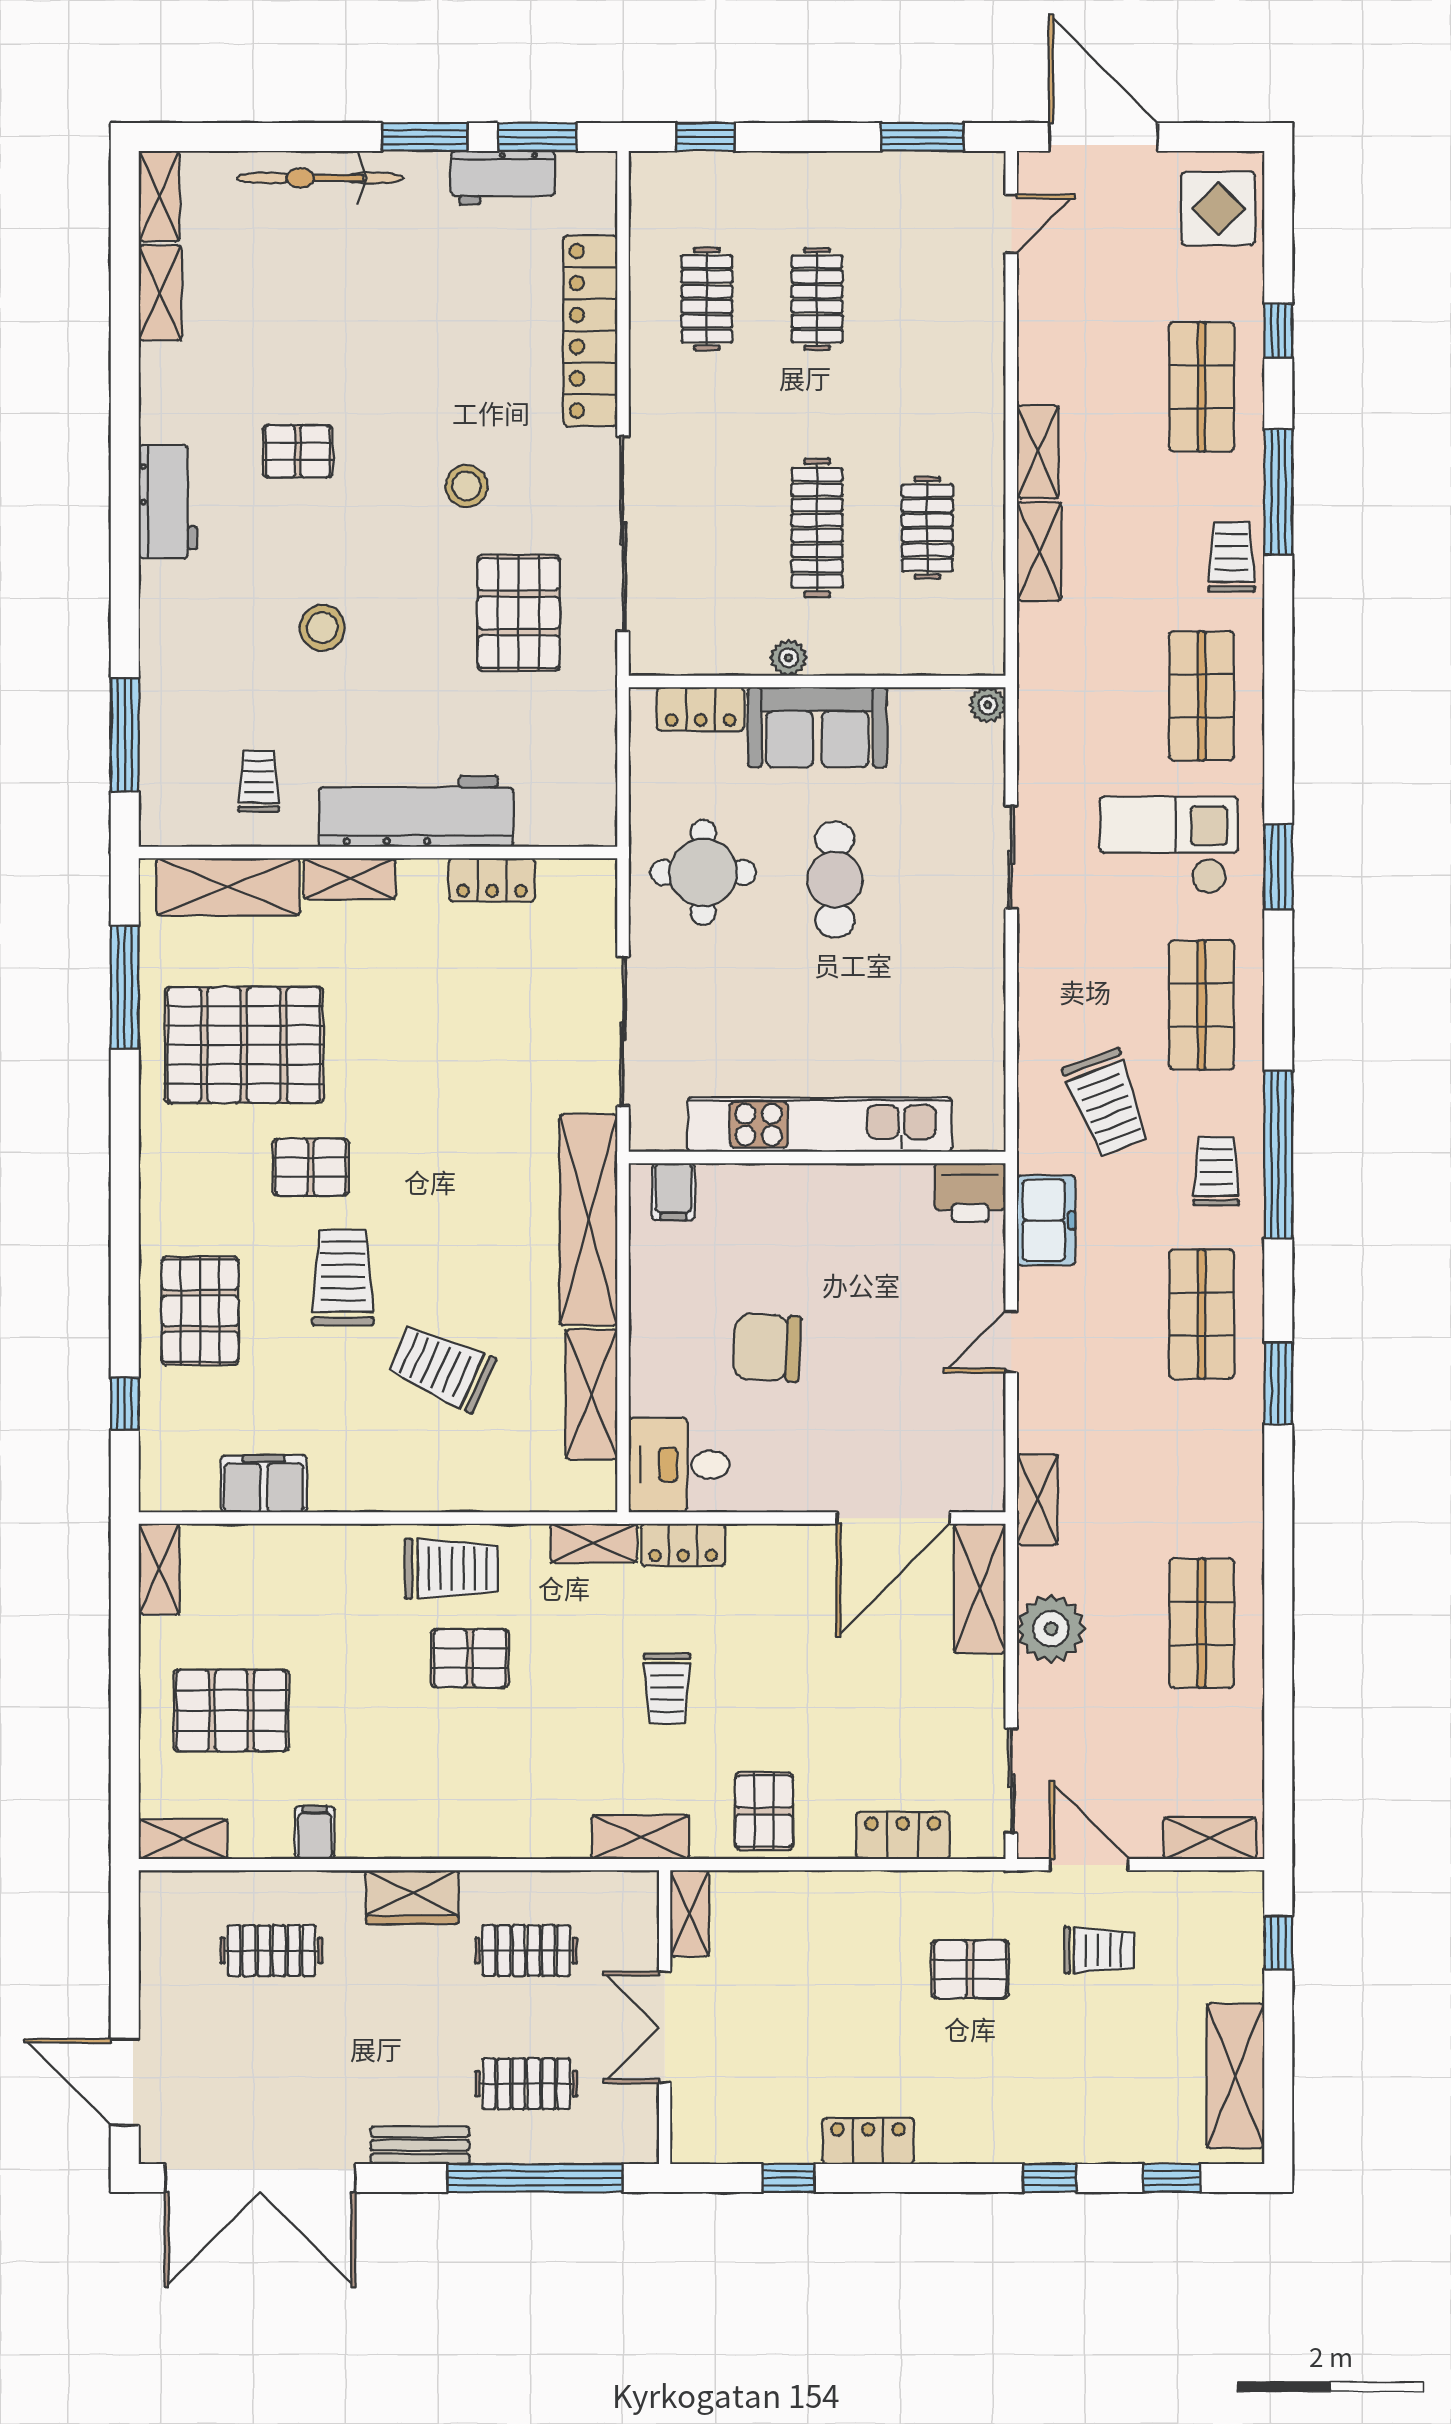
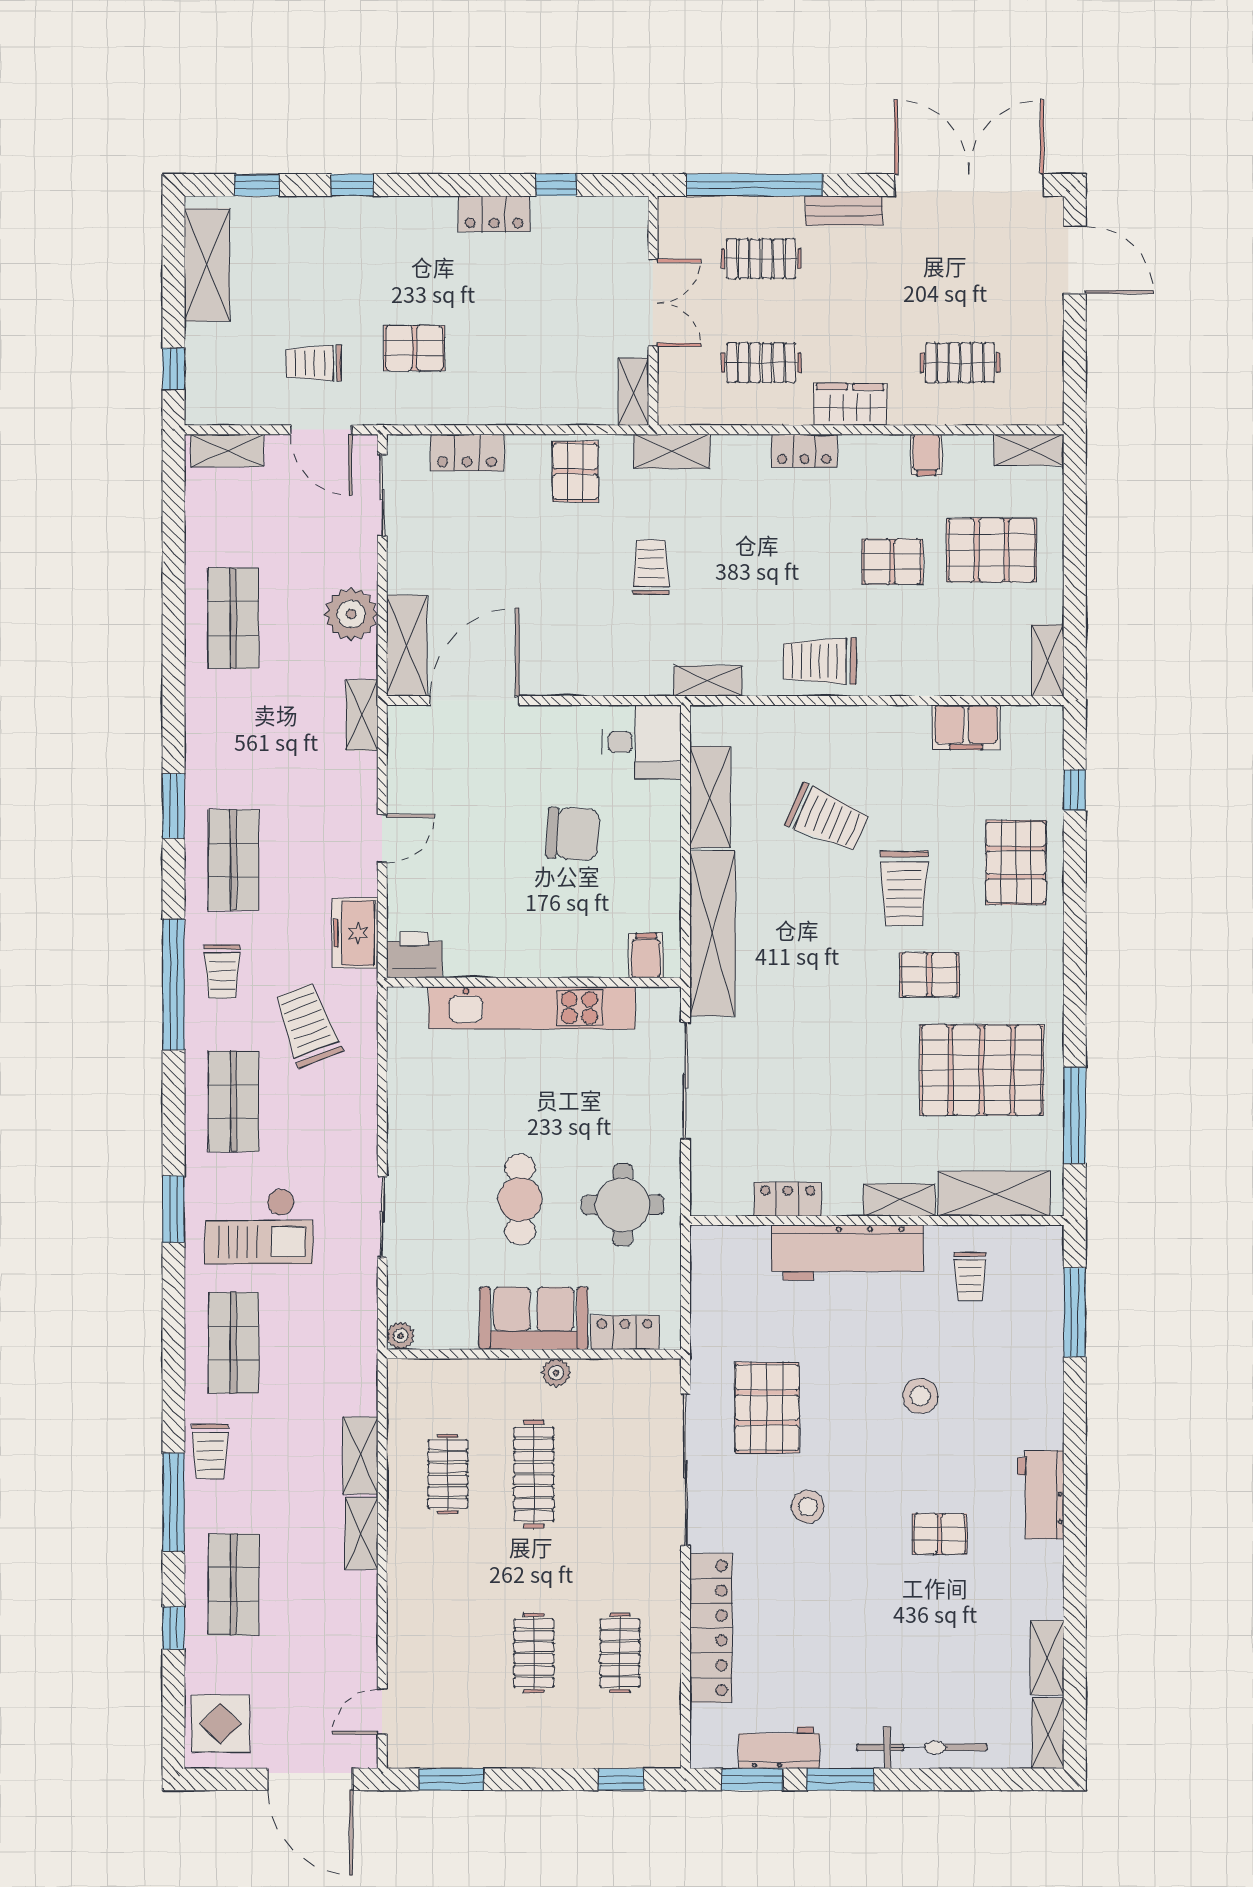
locker: (683, 1545) -> (804, 451), moved, turned 180
pallet: (470, 1658) -> (892, 562), moved

